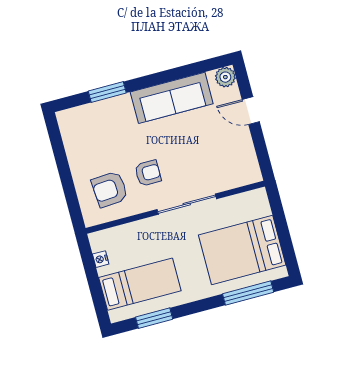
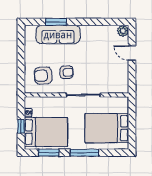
sofa: (172, 98) -> (58, 35), moved
bed: (140, 284) -> (46, 132), width x1.50
window: (95, 286) -> (21, 126), added
window: (248, 293) -> (84, 153), moved

